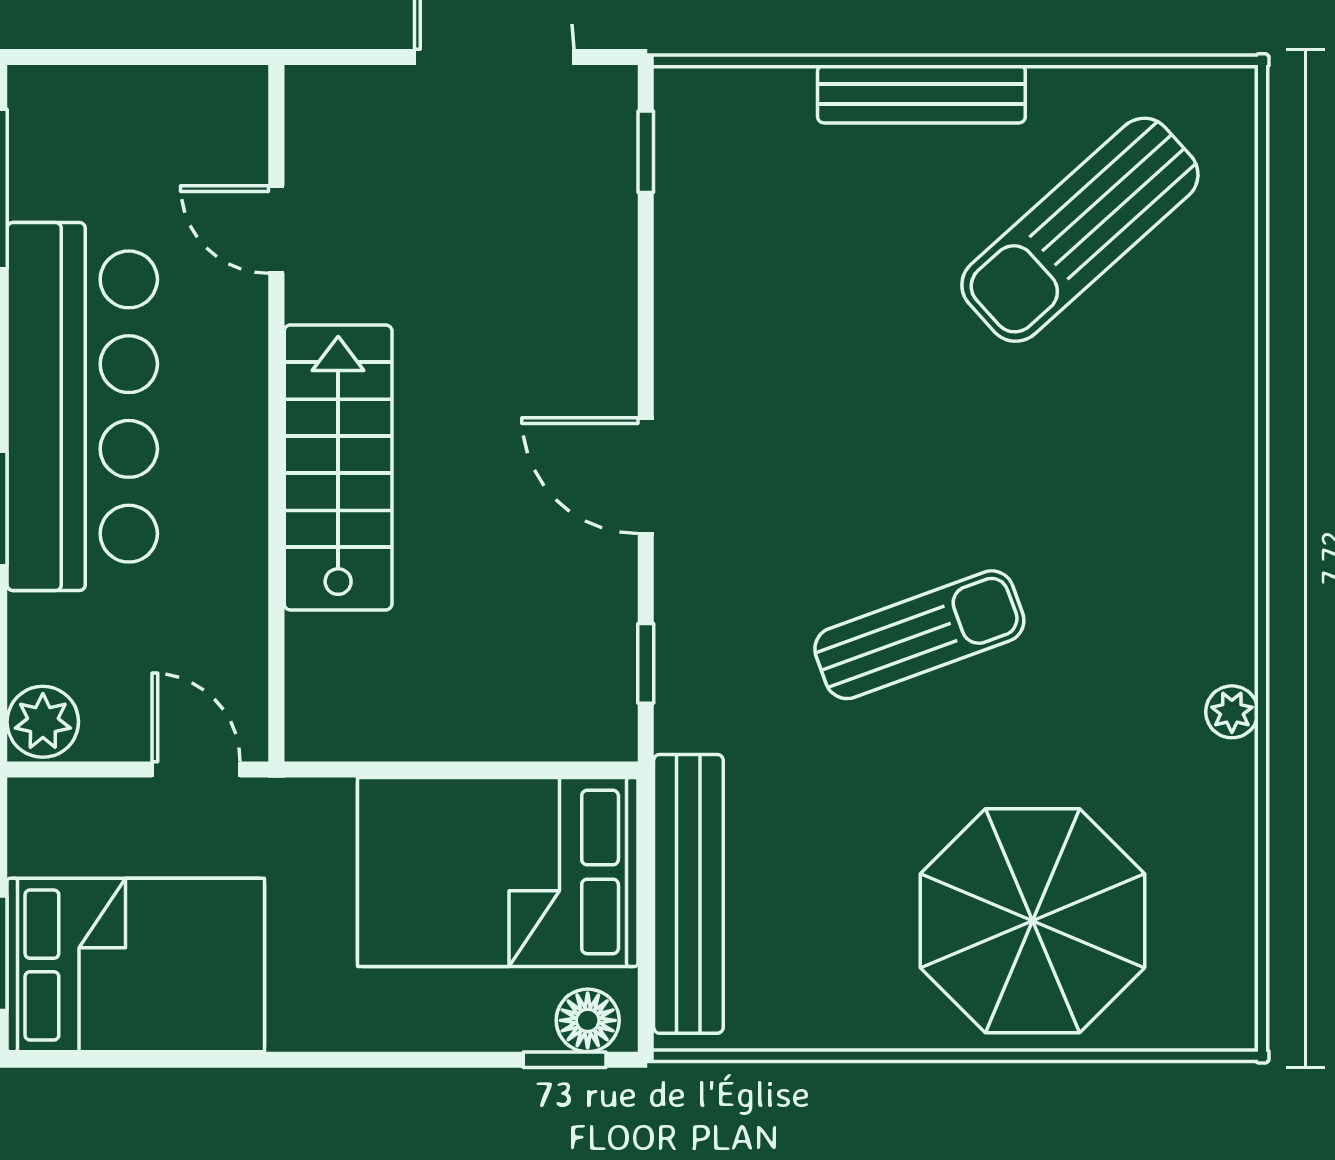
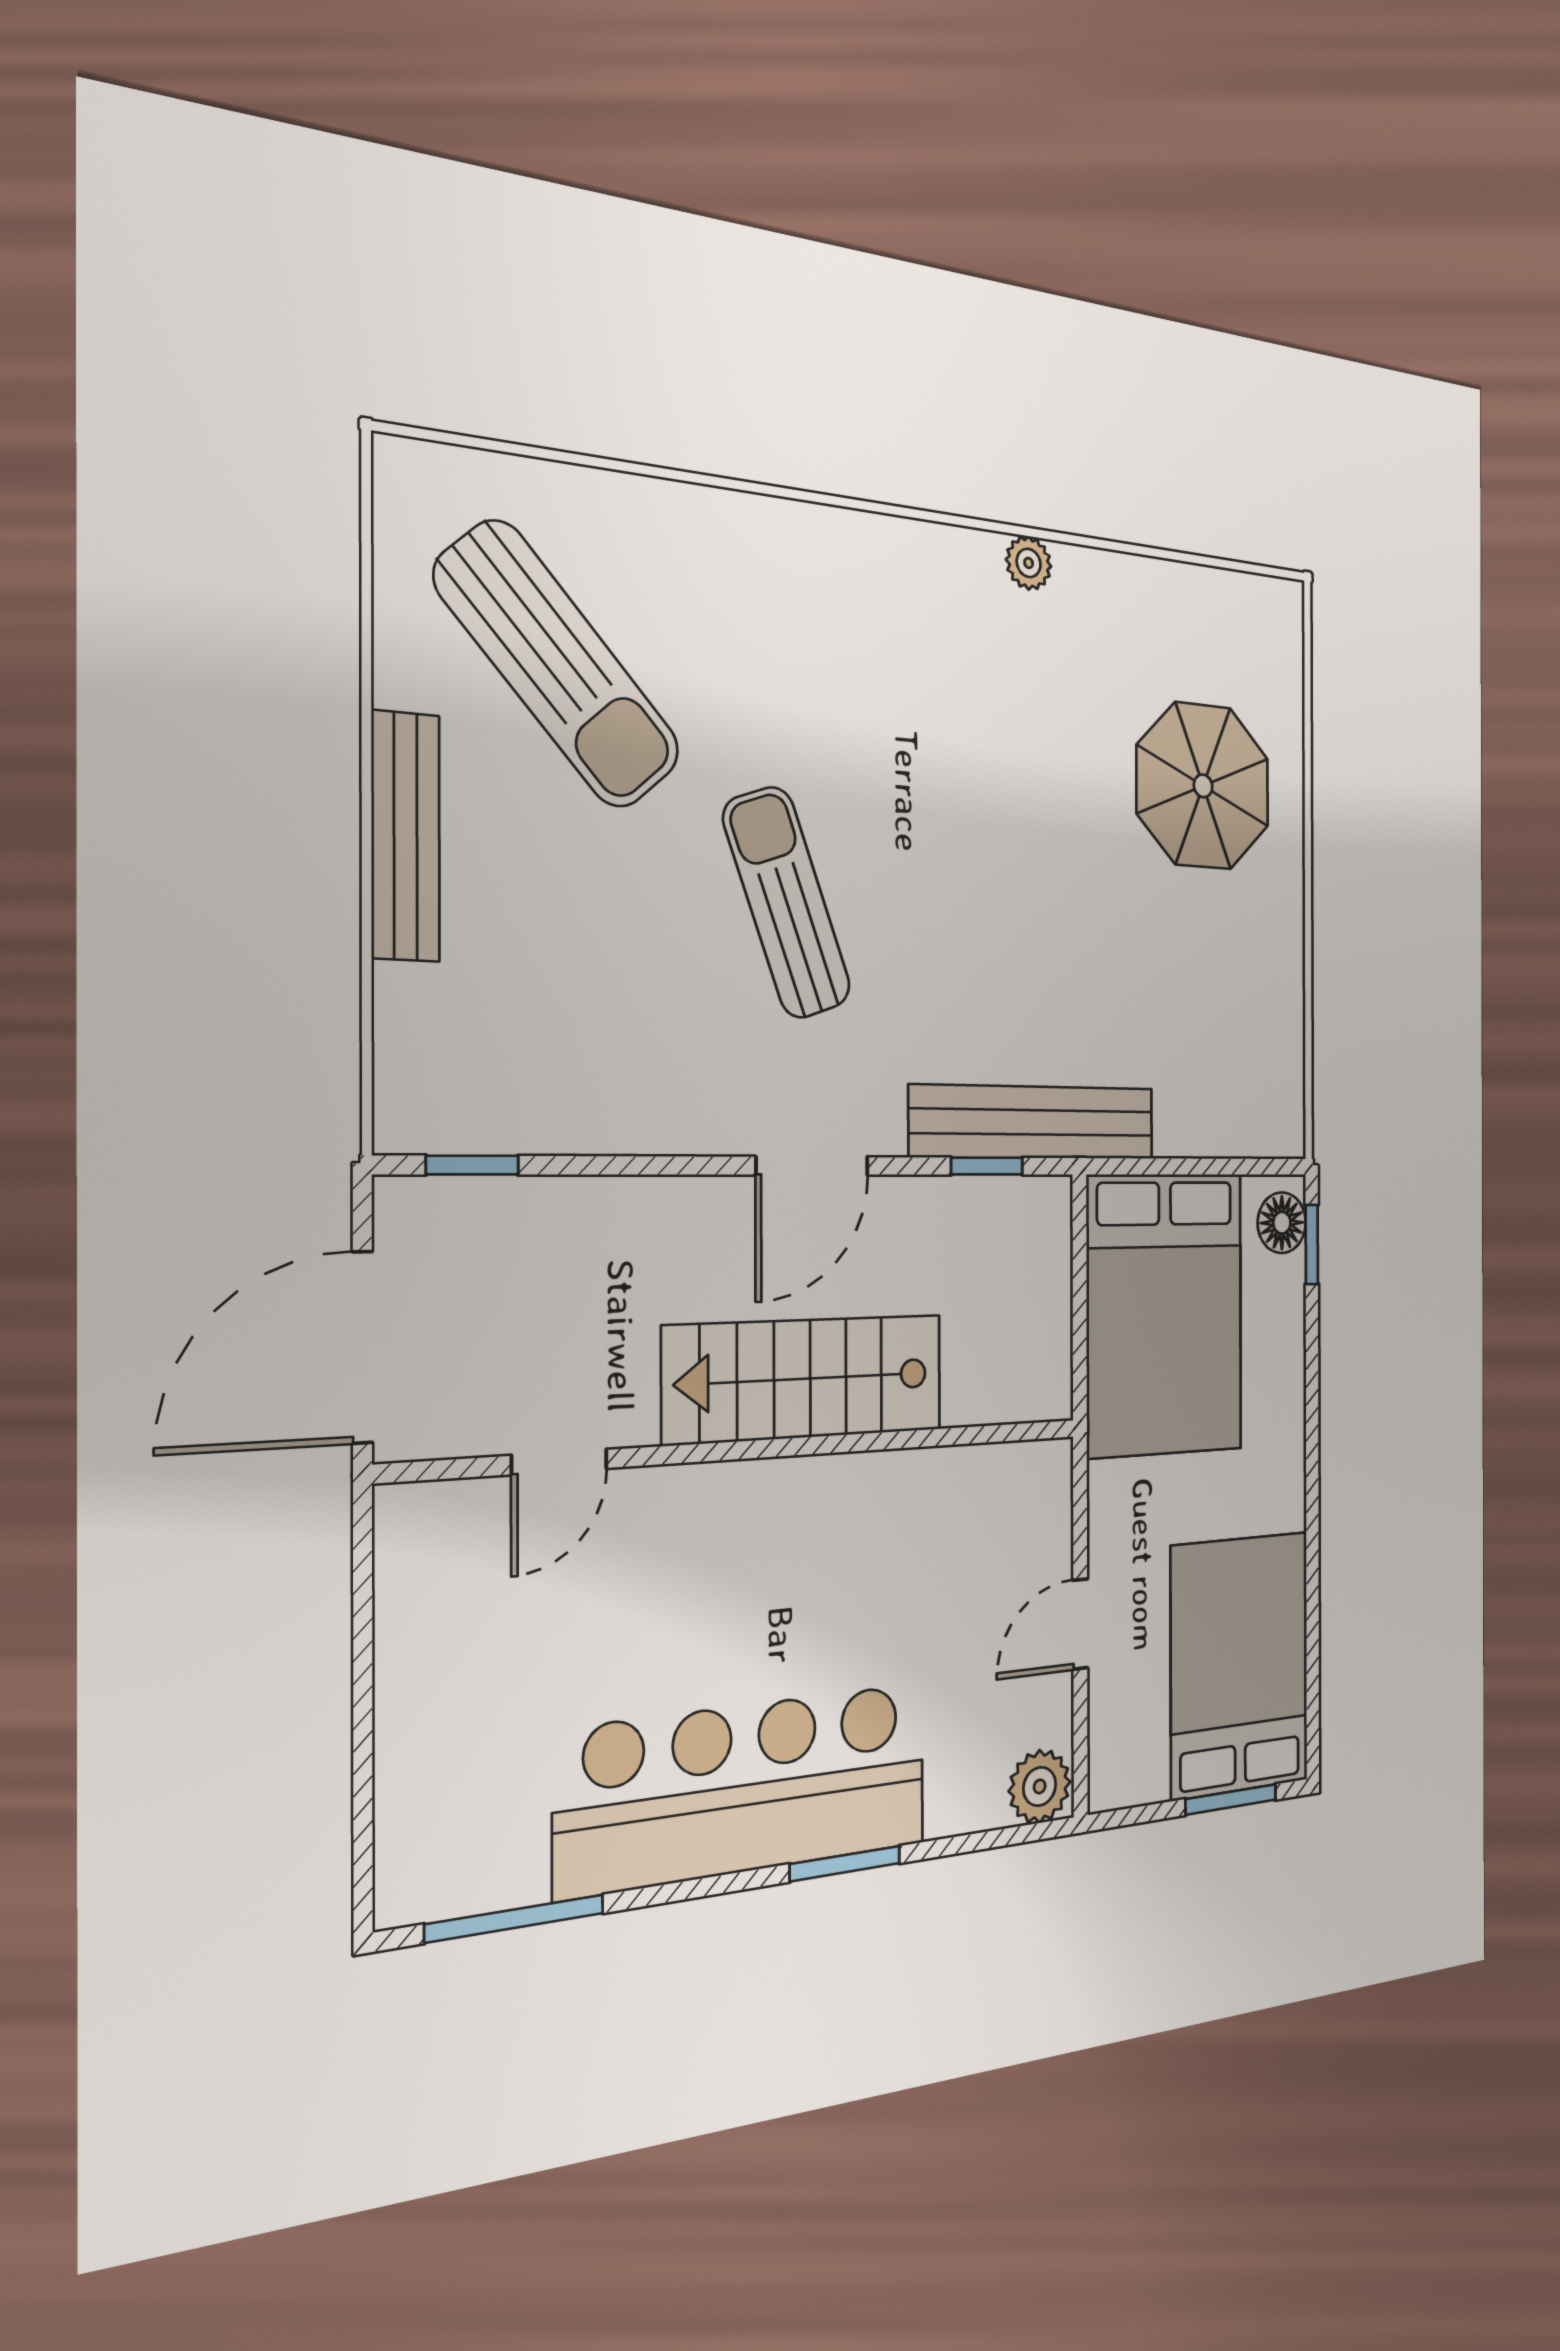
door: (276, 230) -> (559, 1462), moved
wall: (276, 413) -> (751, 1449), moved
stairs: (338, 467) -> (805, 1379), moved
sun lounger: (919, 635) -> (787, 903), moved
bench: (688, 894) -> (1034, 1122), moved
parasol: (1033, 921) -> (1203, 786), width x0.73, depth x0.73

